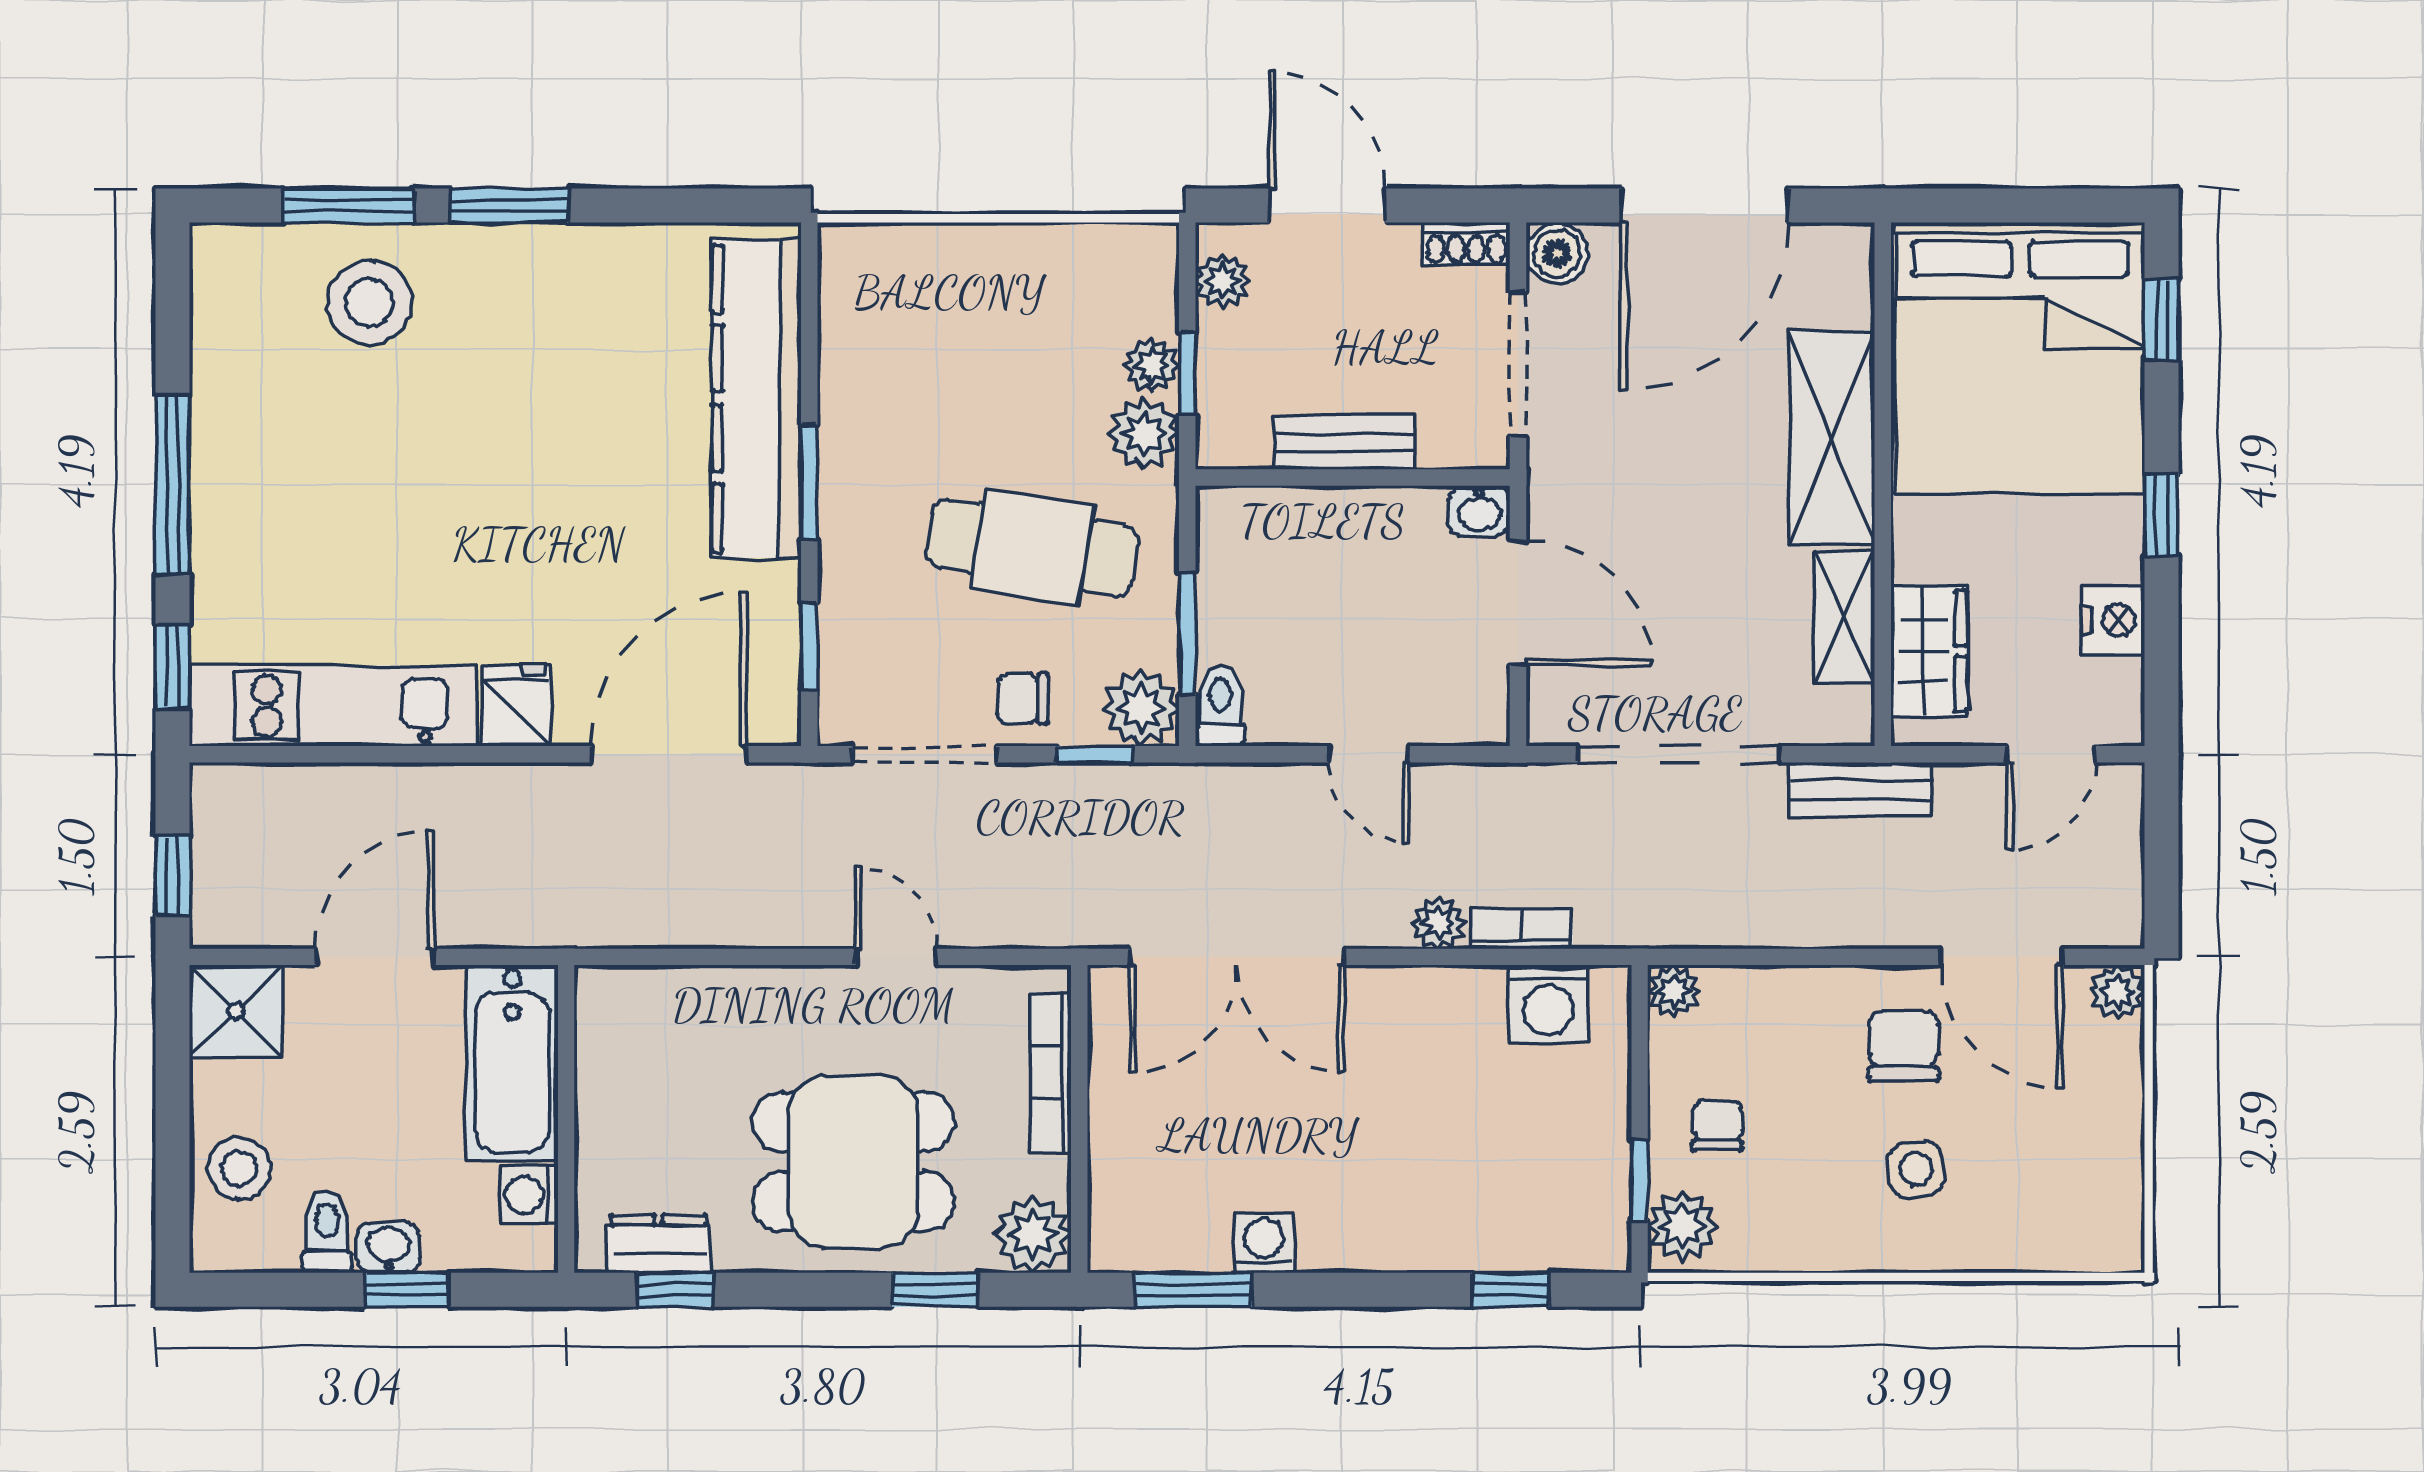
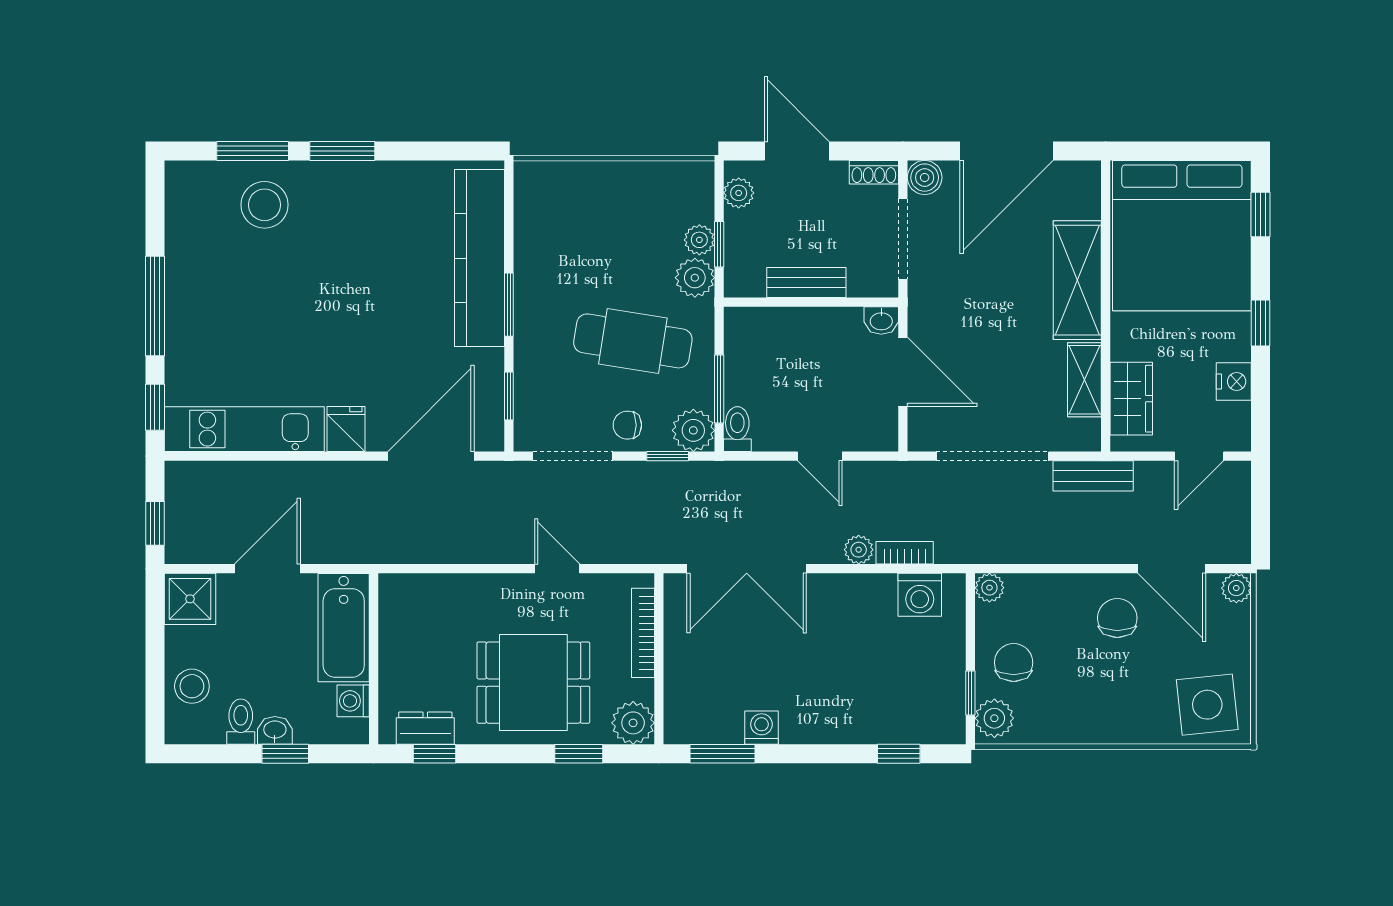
chair: (1717, 1126) -> (1014, 663), width x1.37, depth x1.37
side table: (1916, 1169) -> (1207, 705), moved, width x1.87, depth x1.87

